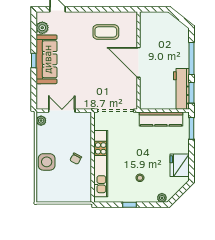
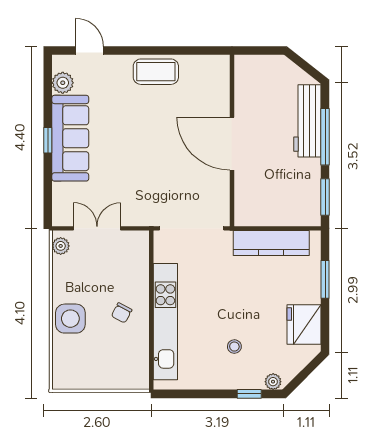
coffee table: (106, 32) -> (156, 72), moved
workbench: (181, 89) -> (307, 121), moved
window: (192, 128) -> (325, 279), moved
window: (130, 205) -> (249, 394), moved

